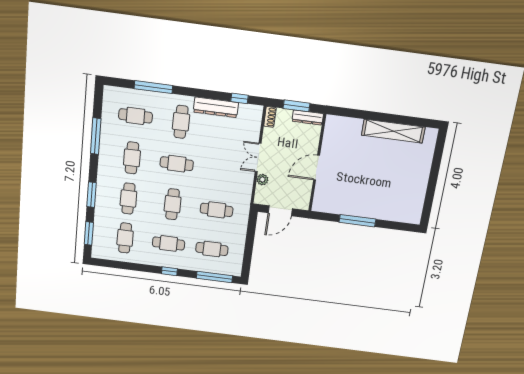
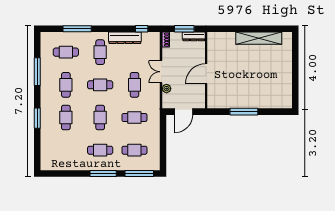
window: (89, 233) -> (37, 150), removed
cafe table: (125, 238) -> (134, 85), moved
window: (169, 271) -> (103, 174), width x2.17

